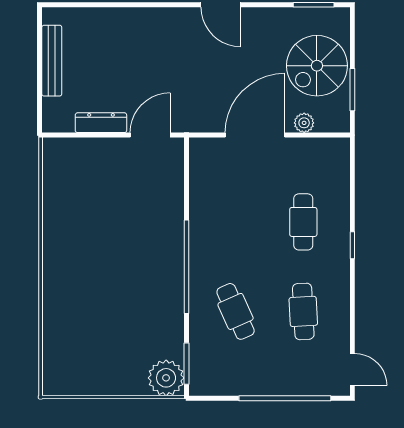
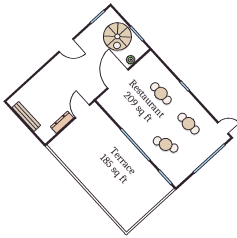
plant: (166, 378) -> (163, 188), removed

